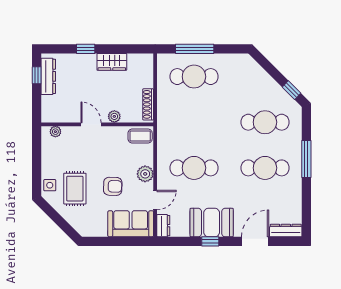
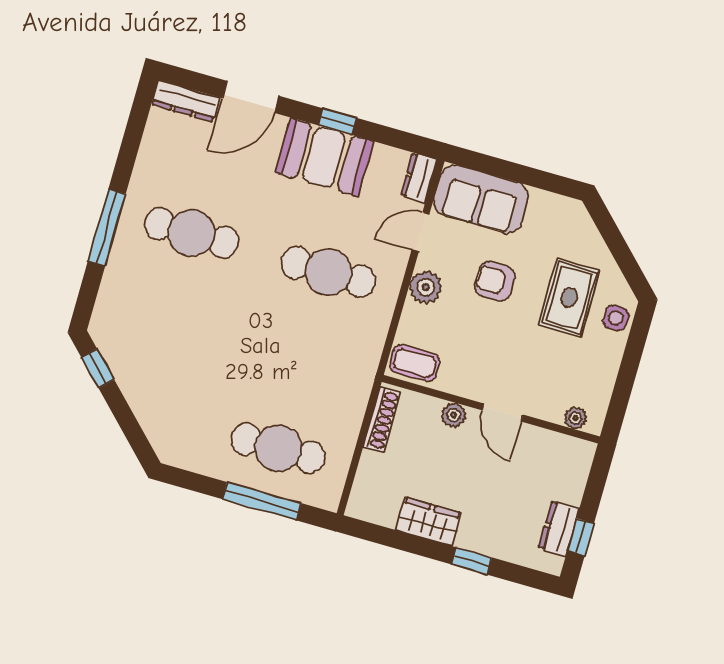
dresser: (48, 76) -> (559, 528), width x0.70
cafe table: (265, 122) -> (166, 321), removed

